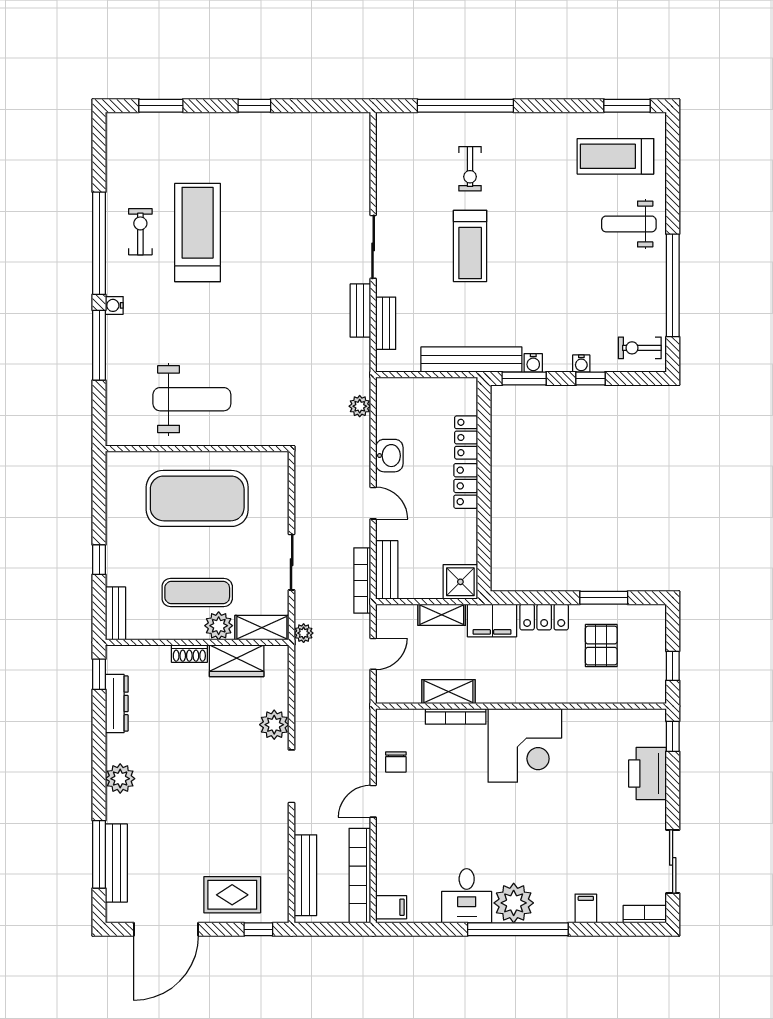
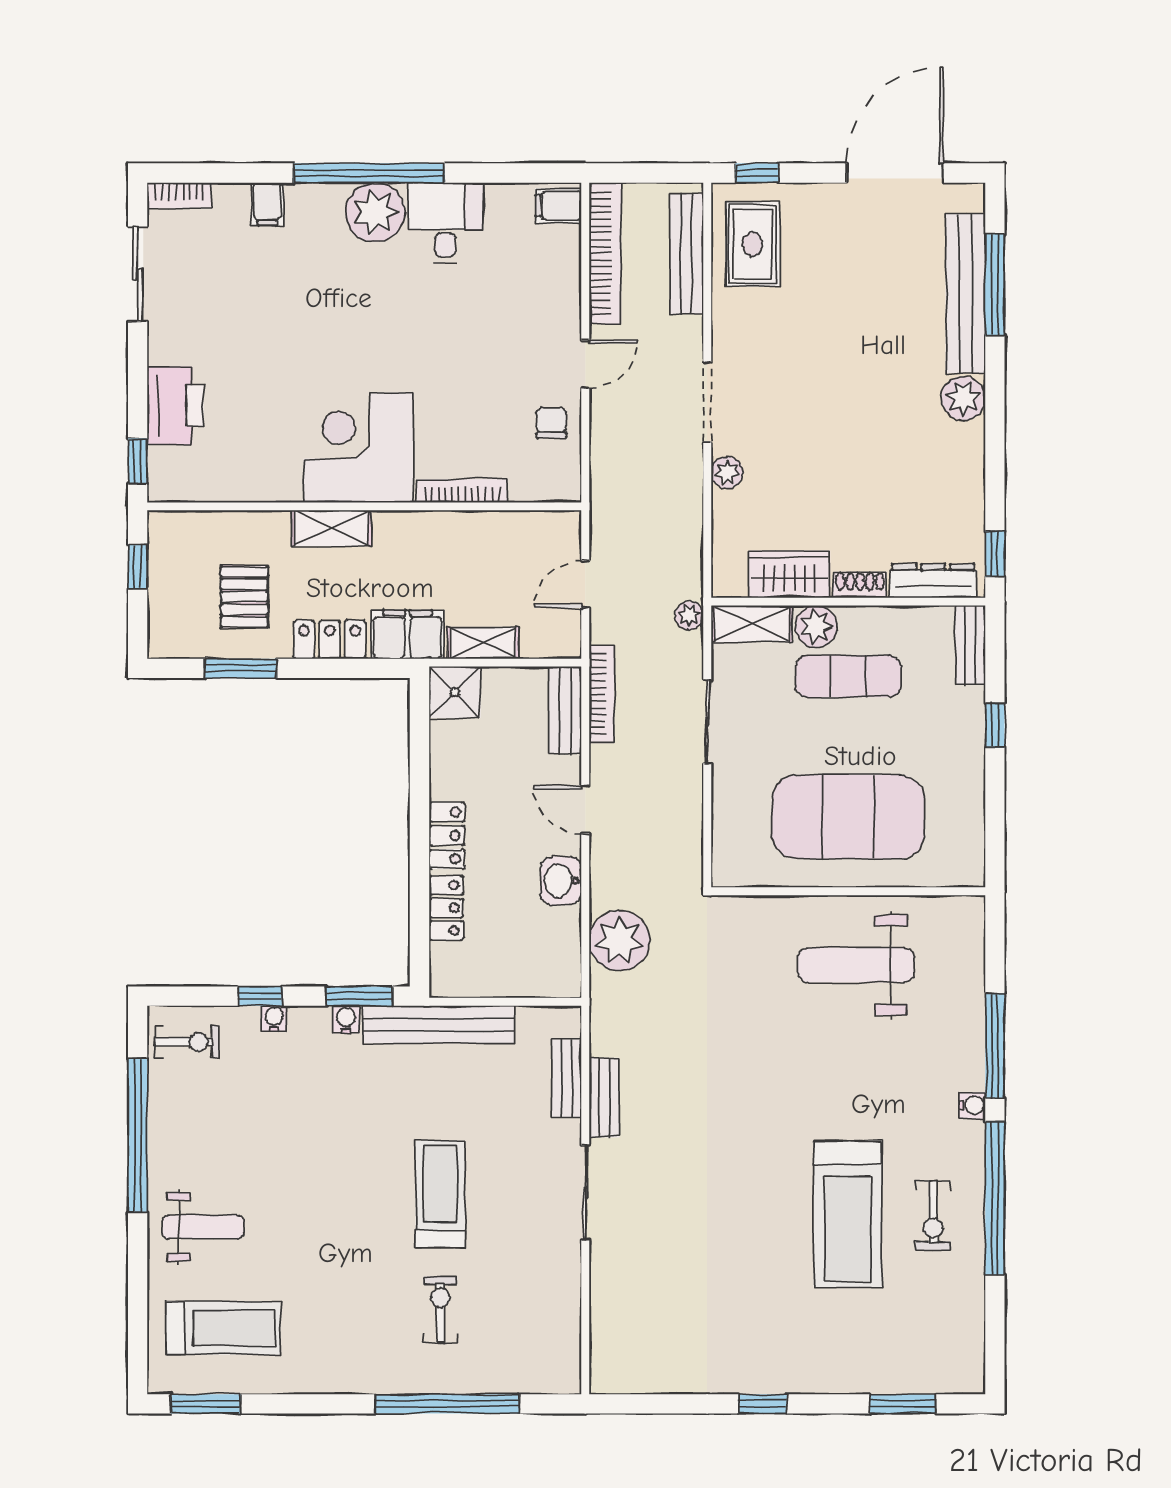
plant: (360, 406) -> (619, 941), width x1.88, depth x1.88
shelving: (448, 692) -> (331, 528), moved
dresser: (117, 703) -> (933, 581), moved, turned 90
plant: (274, 725) -> (727, 473), width x0.73, depth x0.73
bench: (116, 863) -> (966, 293), width x1.37, depth x1.21
rug: (232, 895) -> (753, 244), moved, turned 90

